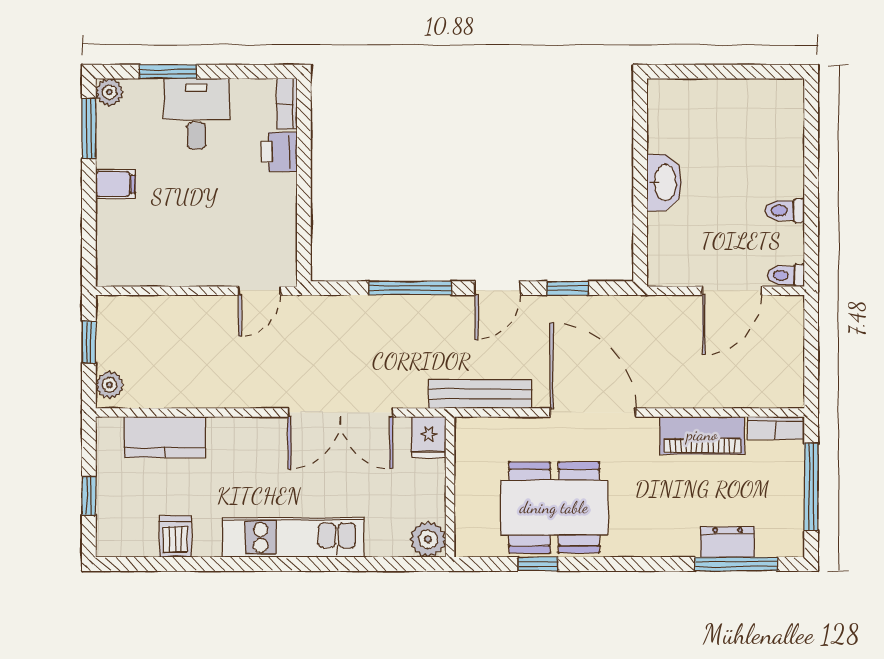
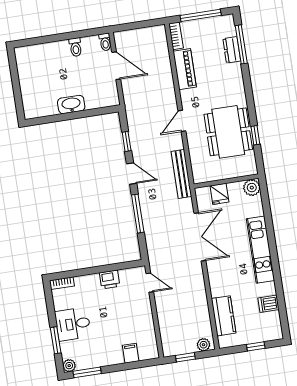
printer: (279, 152) -> (110, 279), moved
filing cabinet: (115, 184) -> (131, 353), moved
door: (593, 413) -> (182, 121), width x0.53
fridge: (429, 437) -> (219, 194), moved, turned 90

